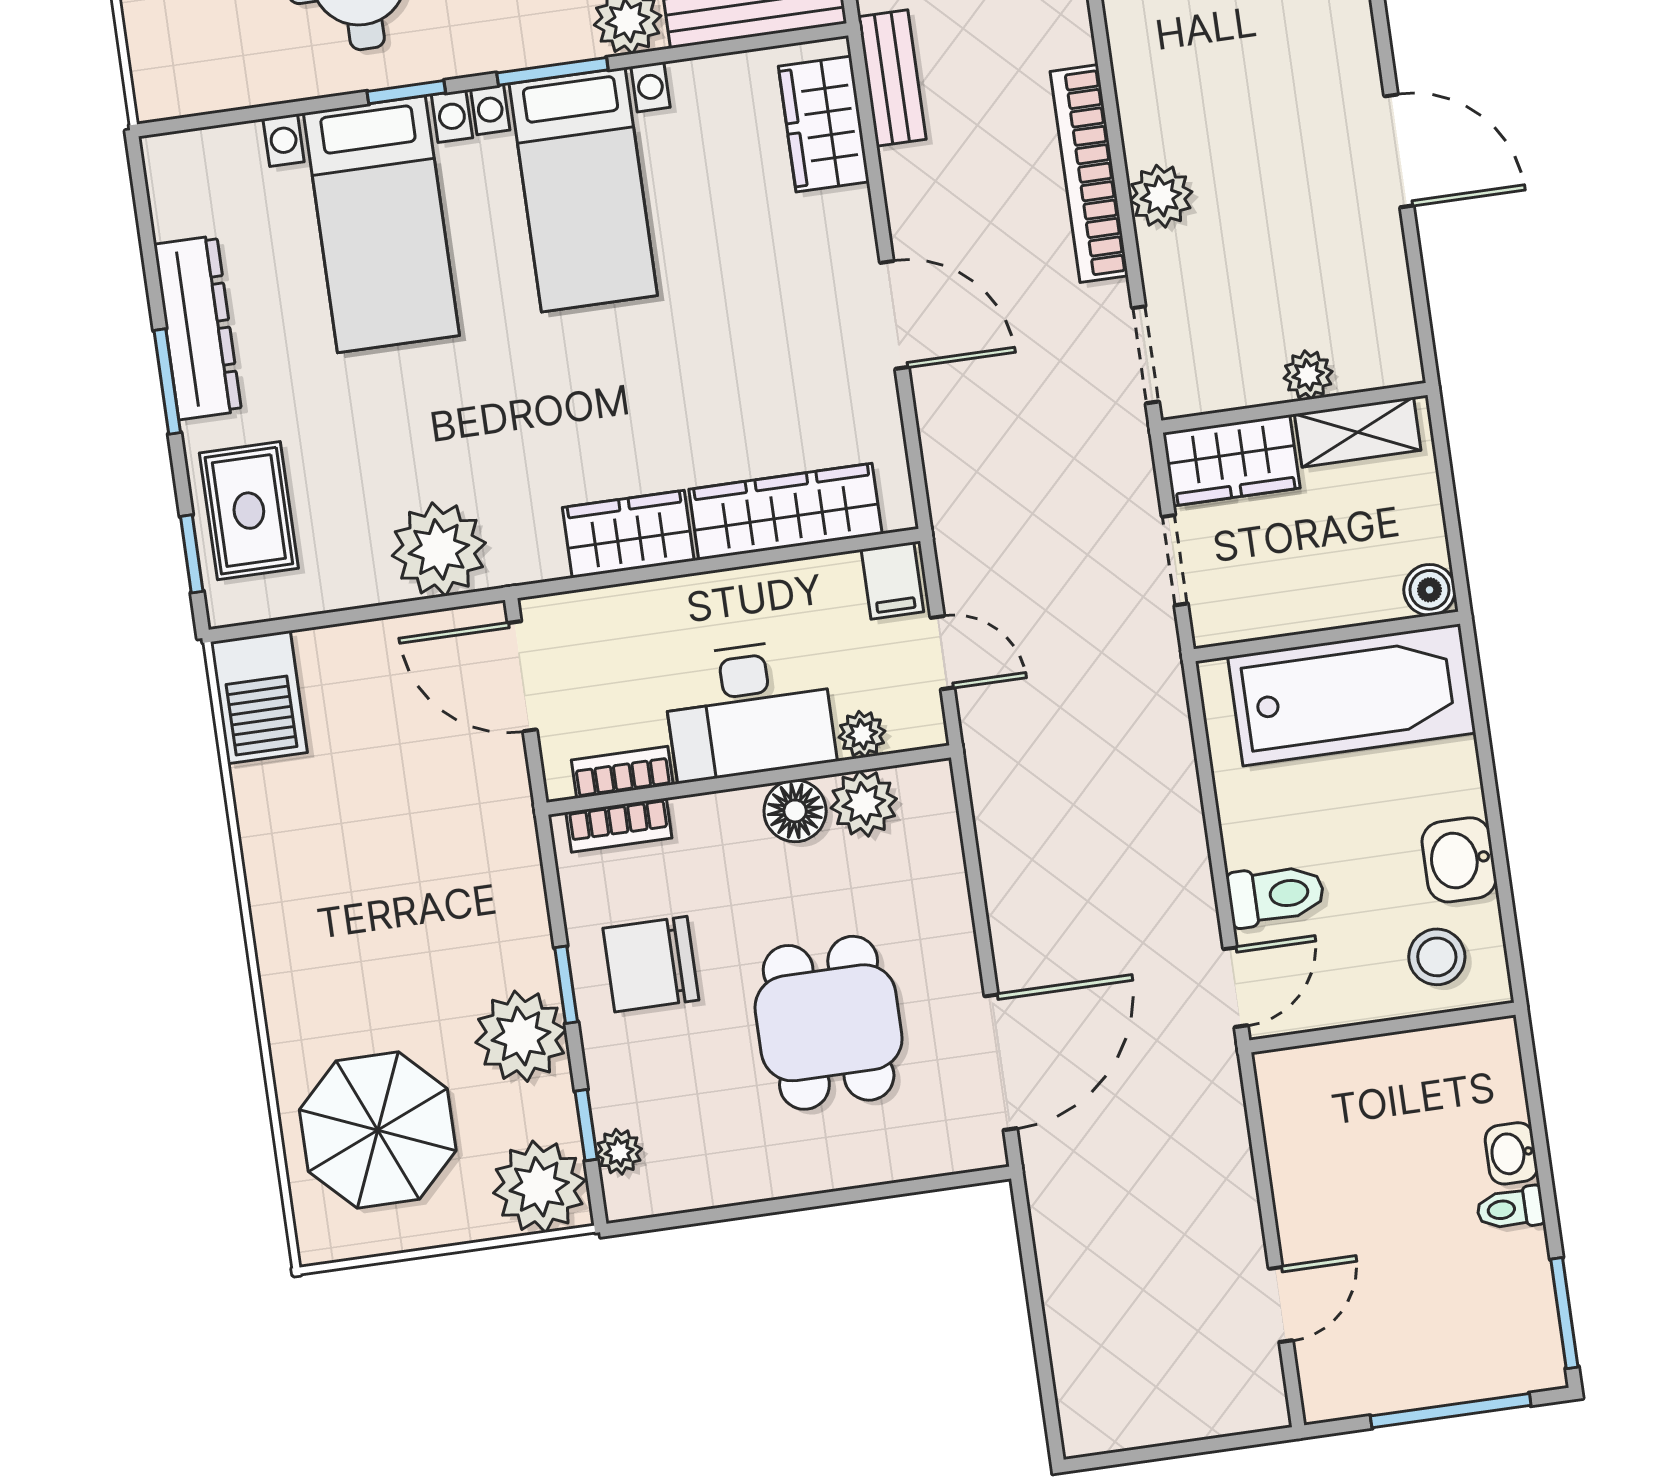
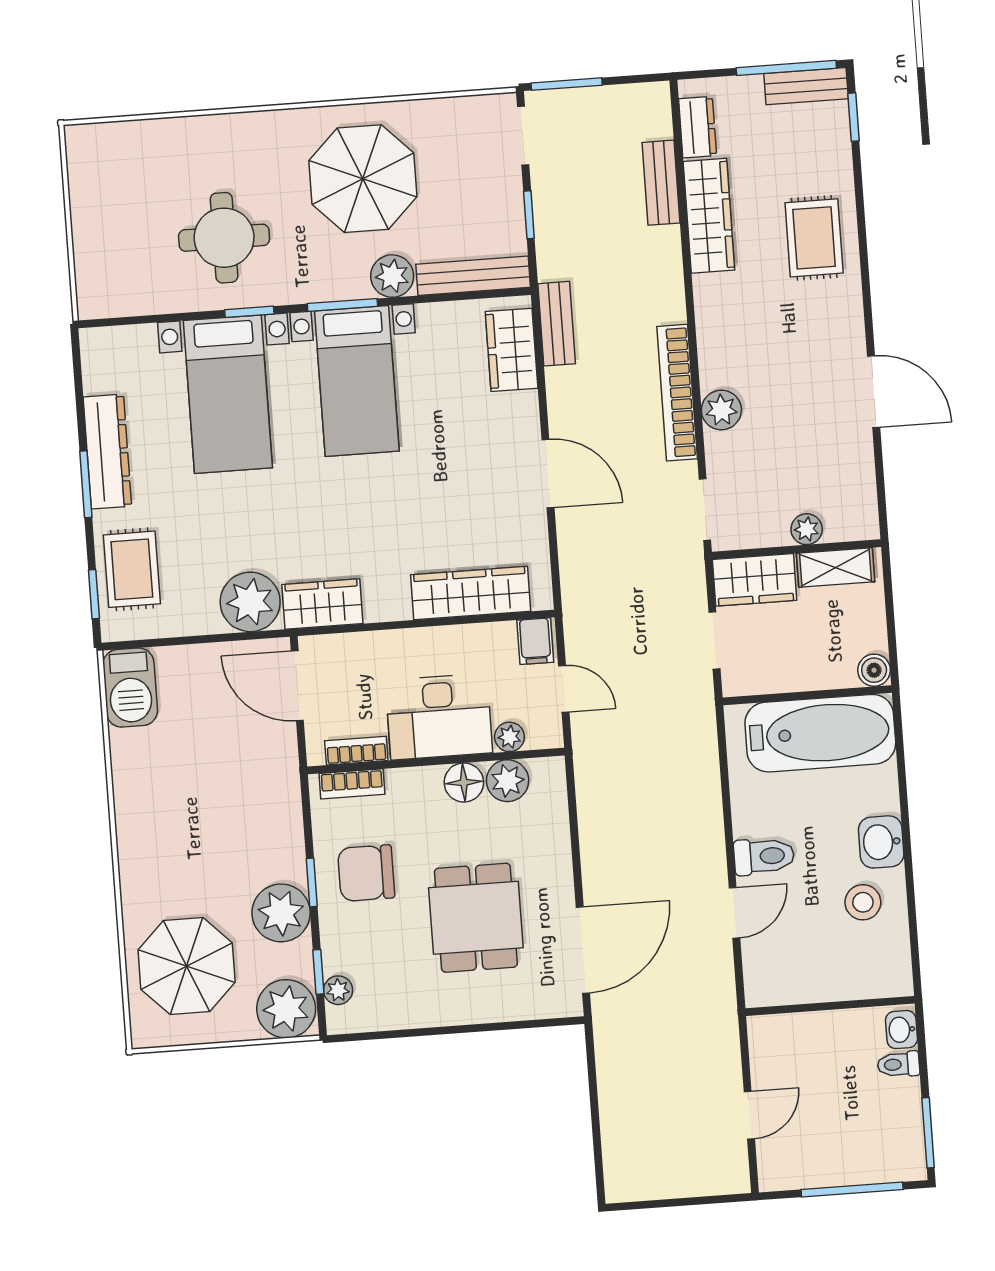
wardrobe: (628, 534) -> (322, 604), moved
wall: (1383, 1027) -> (830, 1006), moved

